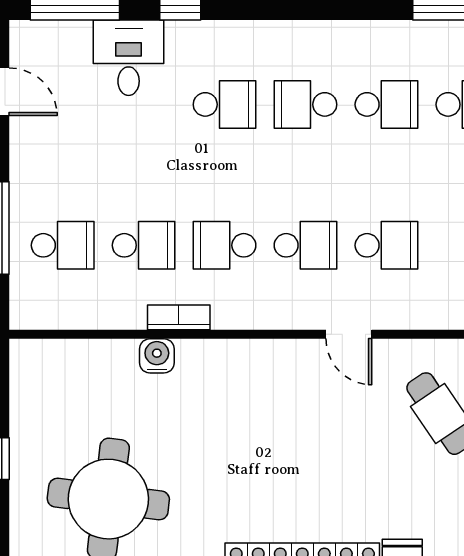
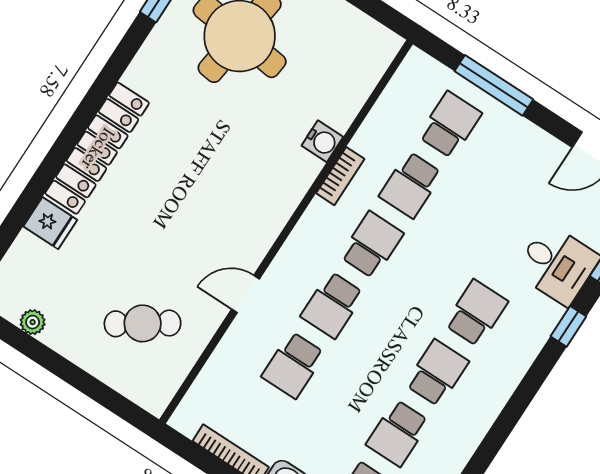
school desk: (225, 104) -> (476, 313), turned 180
school desk: (63, 245) -> (450, 125), turned 180

